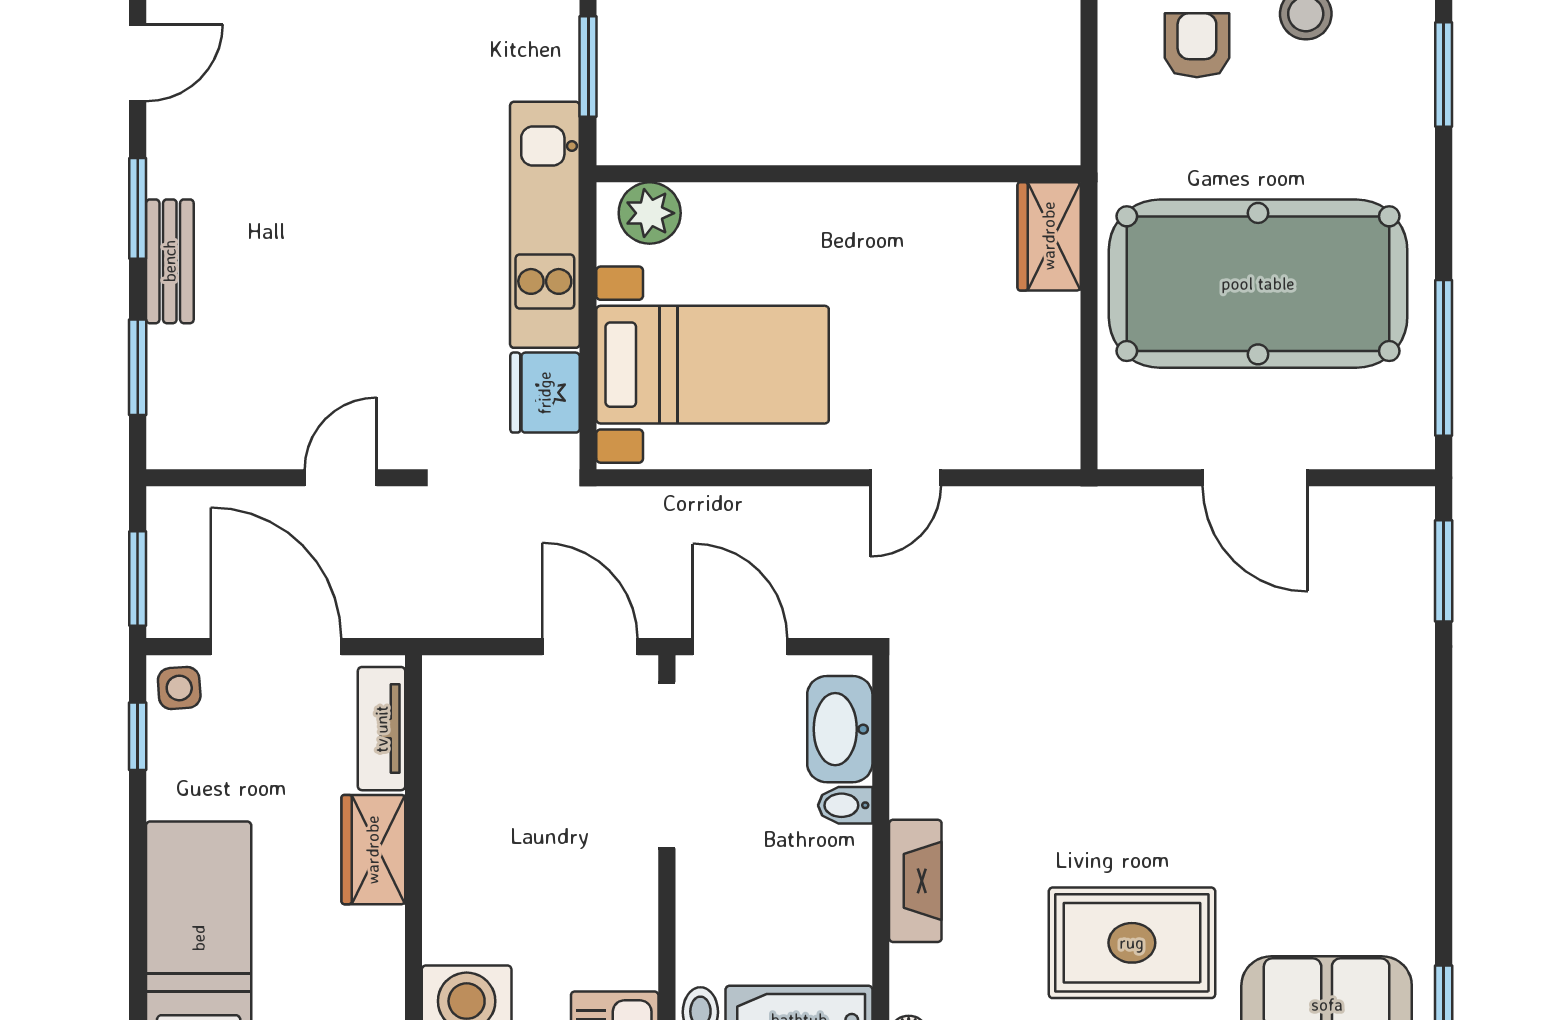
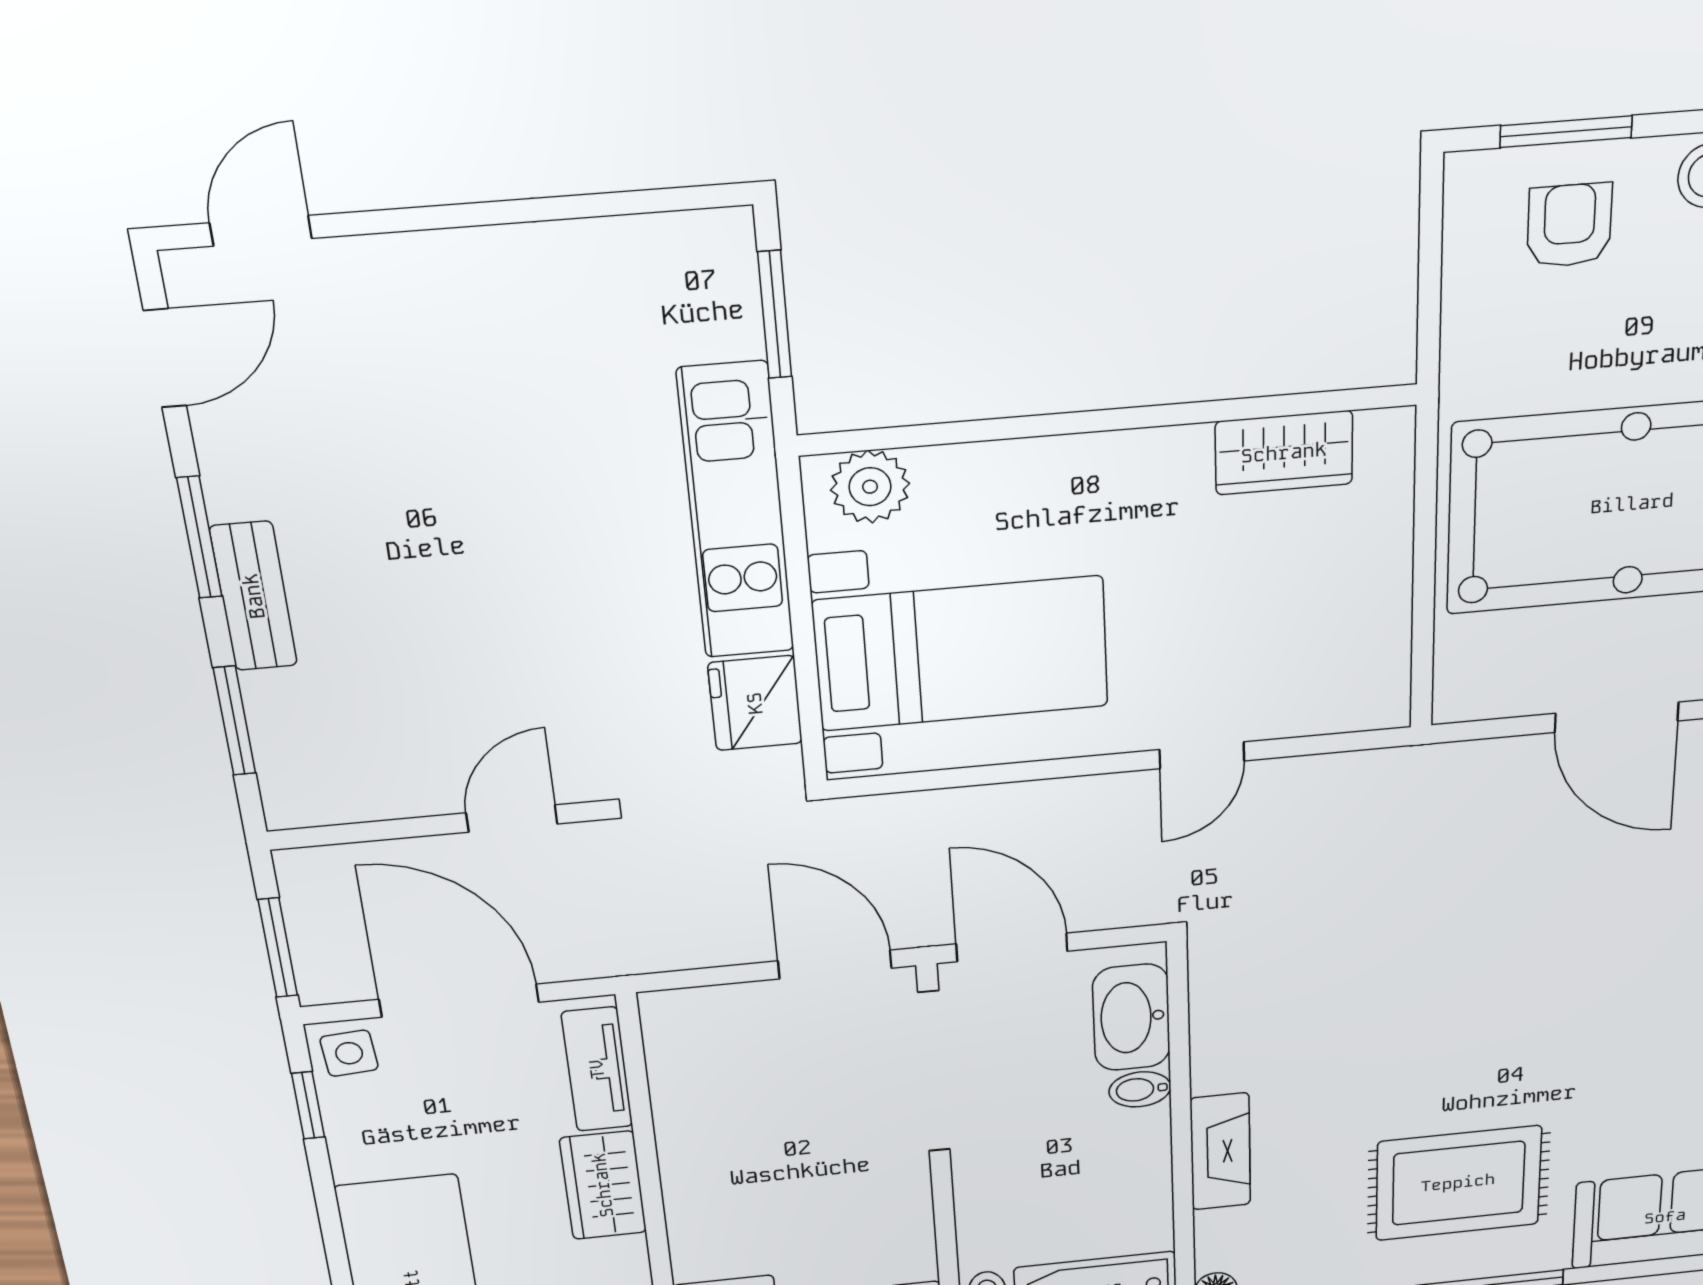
wardrobe: (1049, 236) -> (1284, 453), moved, turned -90

